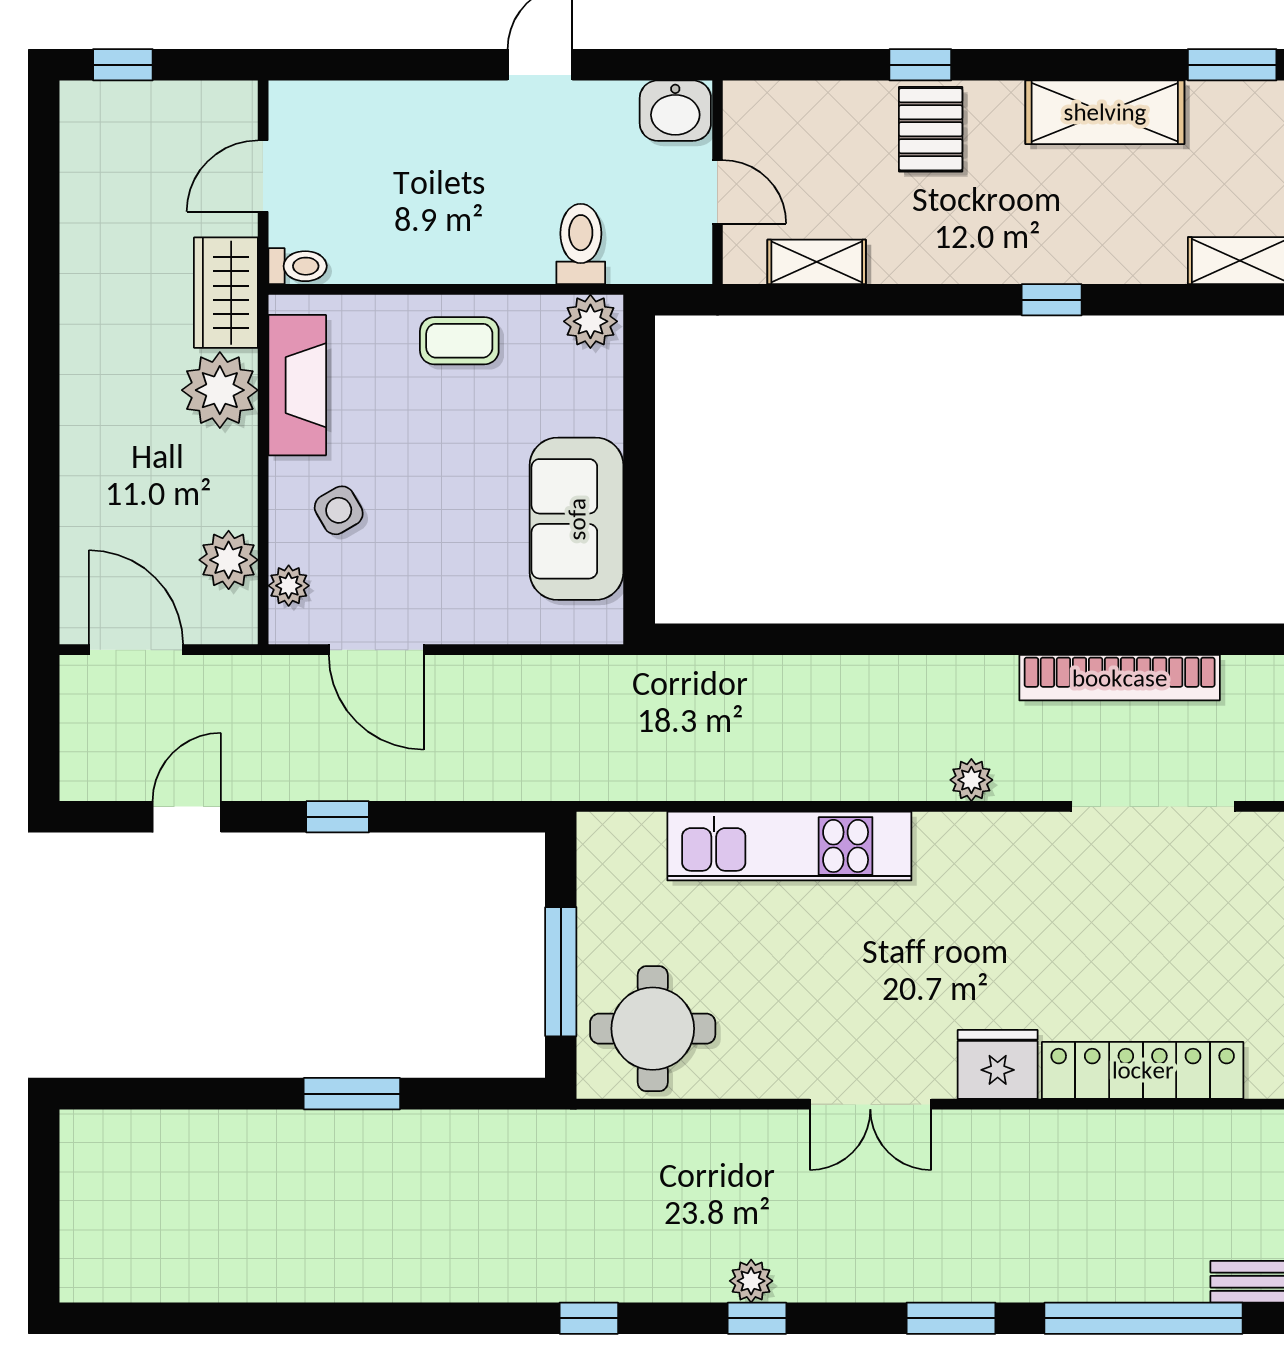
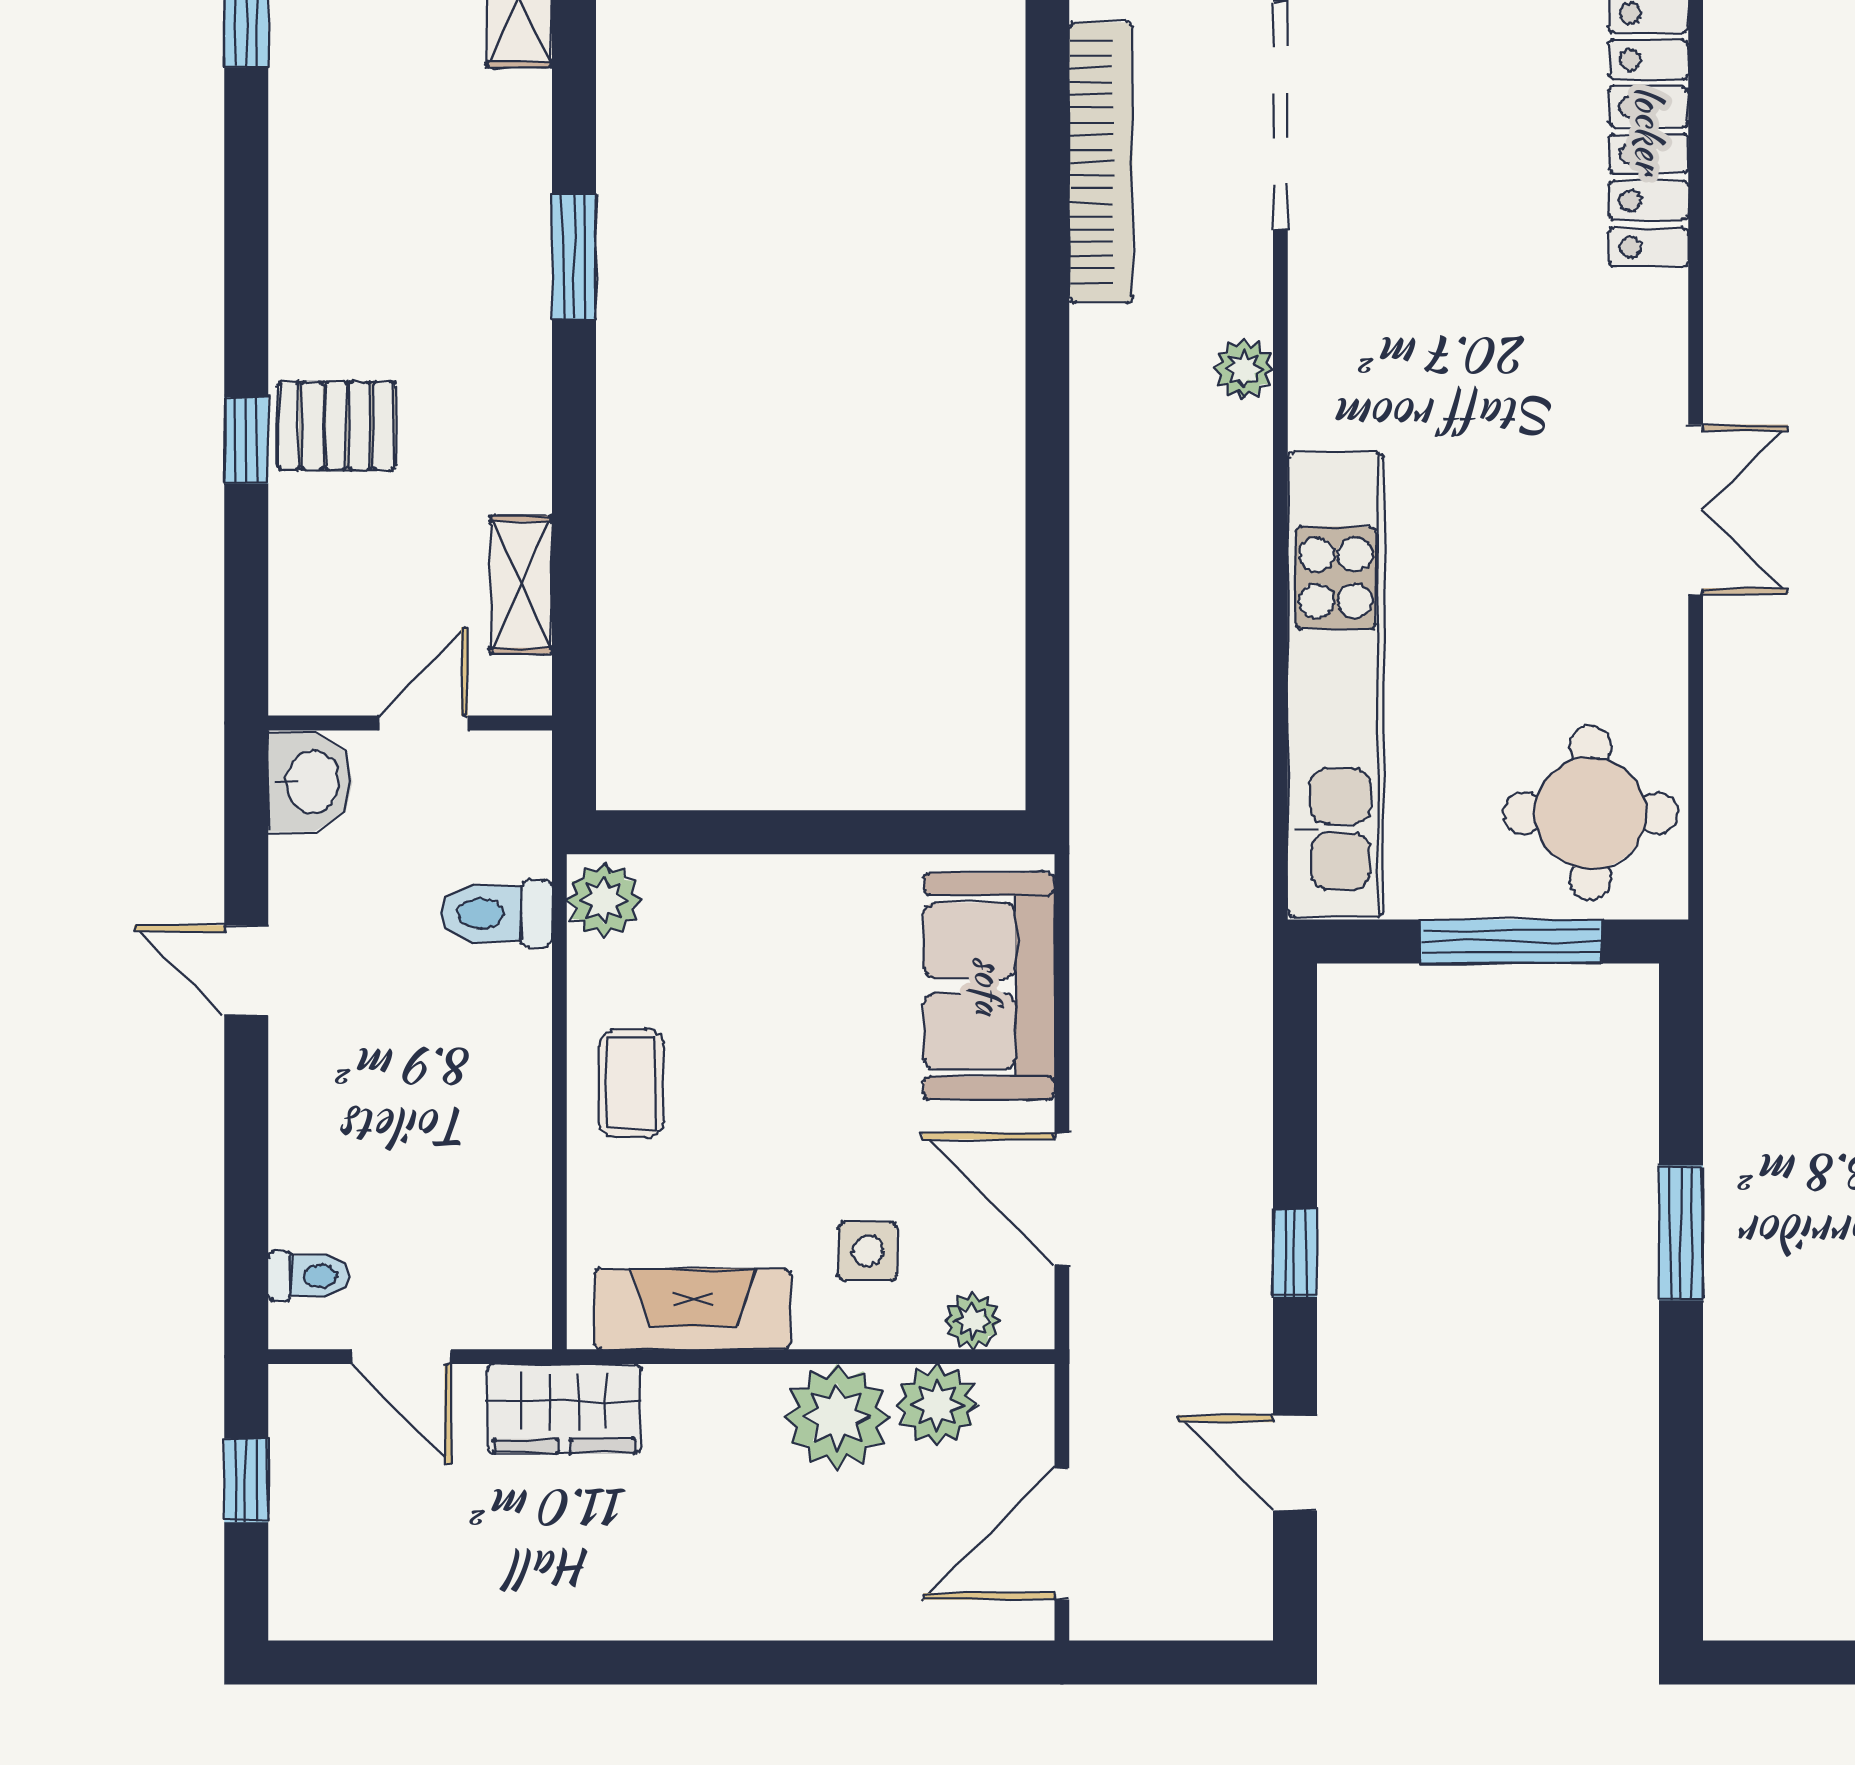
window: (123, 65) -> (246, 1480), moved
shelving: (1105, 112) -> (312, 183), removed
toilet: (298, 266) -> (309, 1276), moved, turned 90
window: (1052, 300) -> (574, 257), width x1.50
plant: (220, 390) -> (837, 1417), moved
side table: (339, 510) -> (868, 1251), turned 30
sofa: (577, 519) -> (989, 986), moved, turned 90
door: (376, 650) -> (1062, 1199), swing flipped
kitchen unit: (789, 846) -> (1336, 685), width x1.36
fridge: (998, 1064) -> (1640, 332), removed

